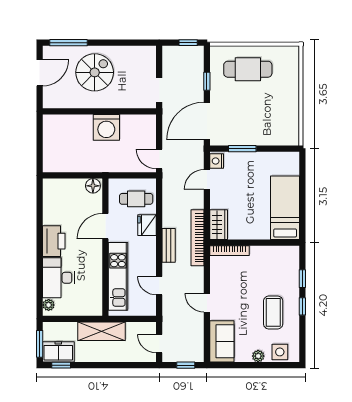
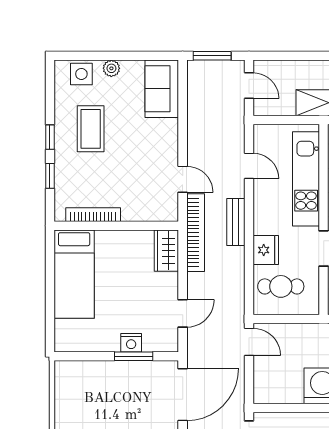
nightstand: (217, 161) -> (131, 343), moved, turned 90
bookcase: (230, 251) -> (93, 215), moved
door: (207, 303) -> (183, 179), moved
window: (186, 365) -> (212, 56), width x1.50

